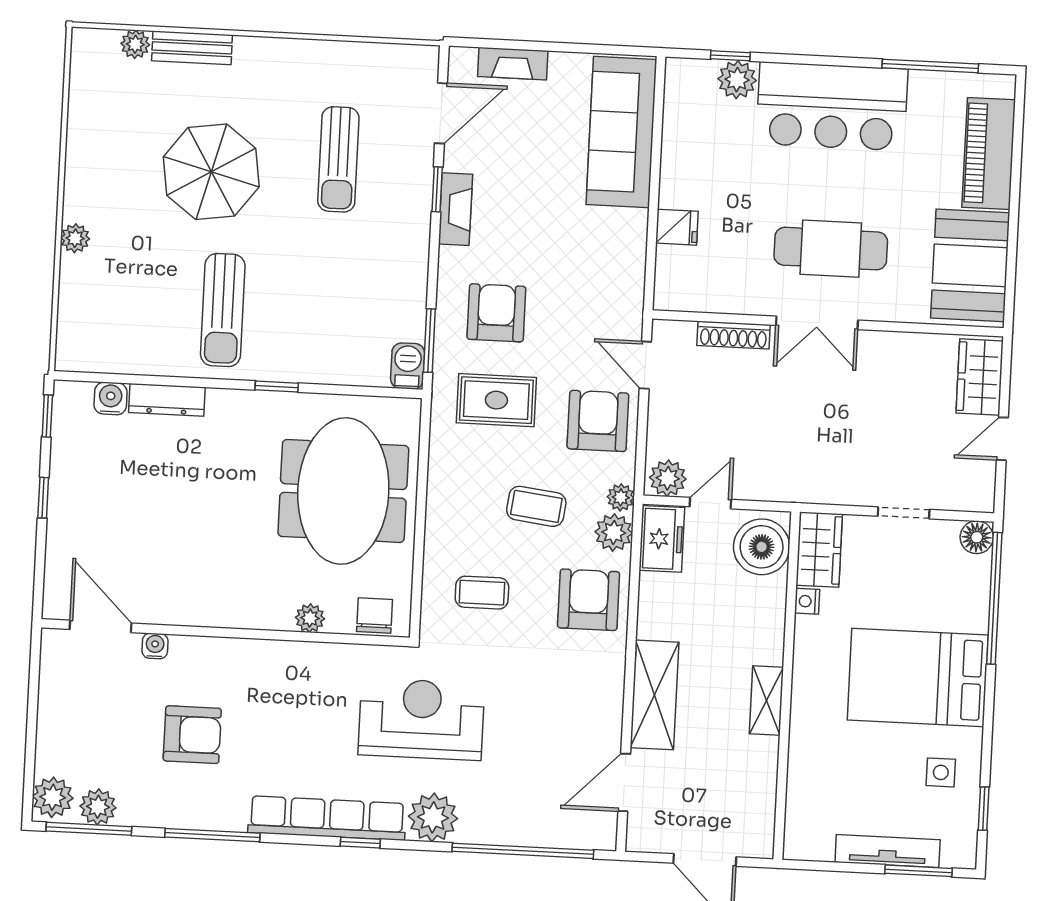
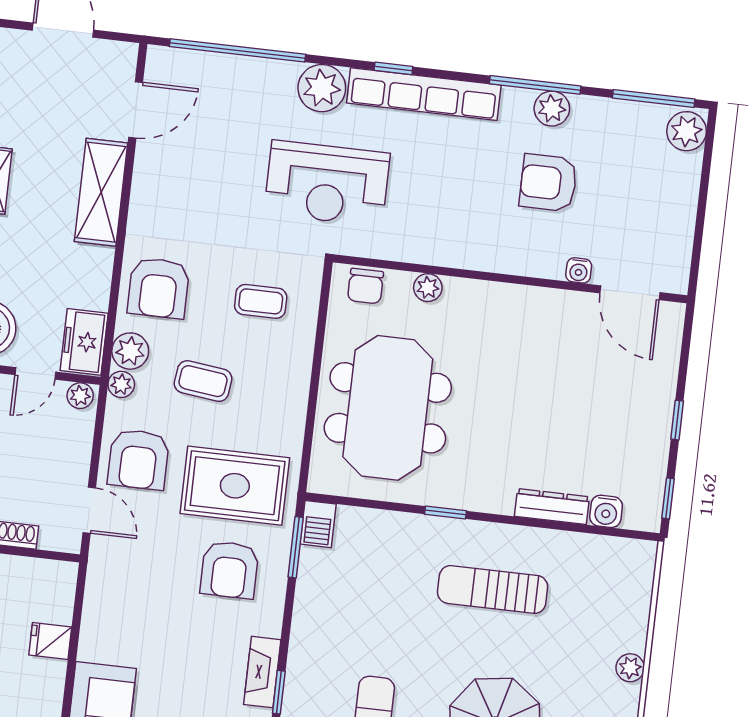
sun lounger: (223, 310) -> (493, 589), turned -90
rug: (496, 400) -> (235, 486), width x1.36, depth x1.43
plant: (668, 478) -> (80, 396), width x0.73, depth x0.73
plant: (98, 807) -> (552, 109), moved

